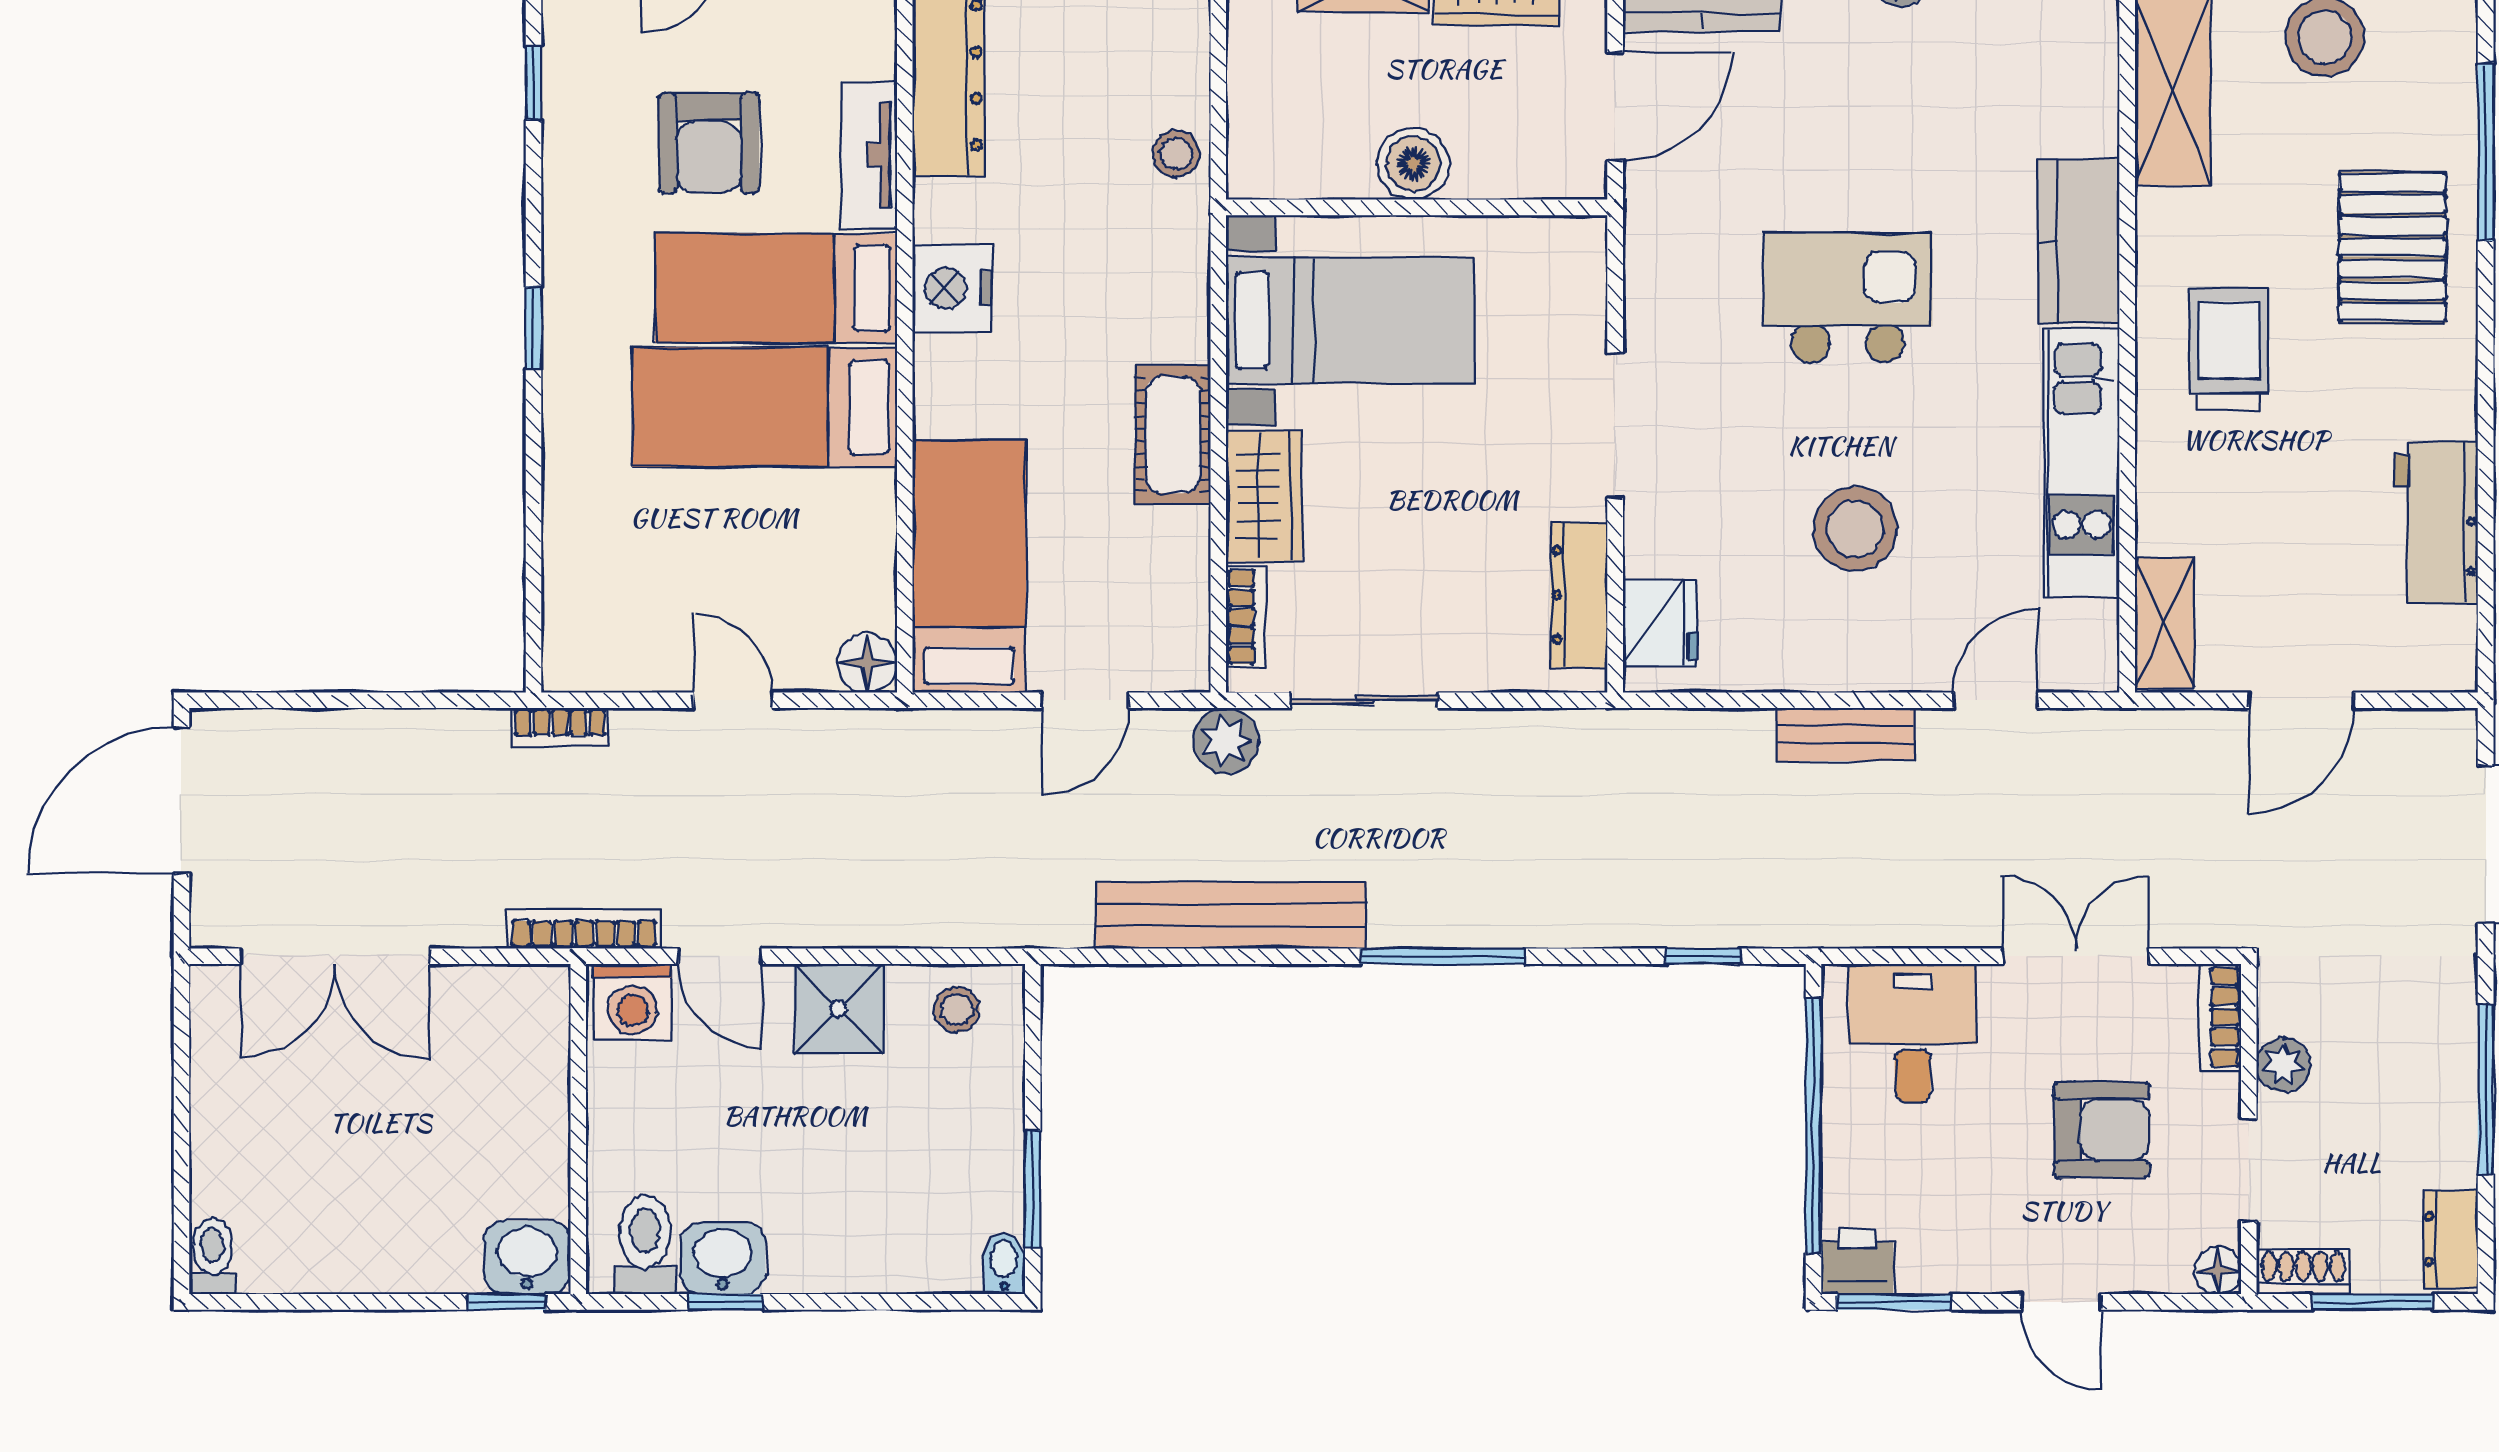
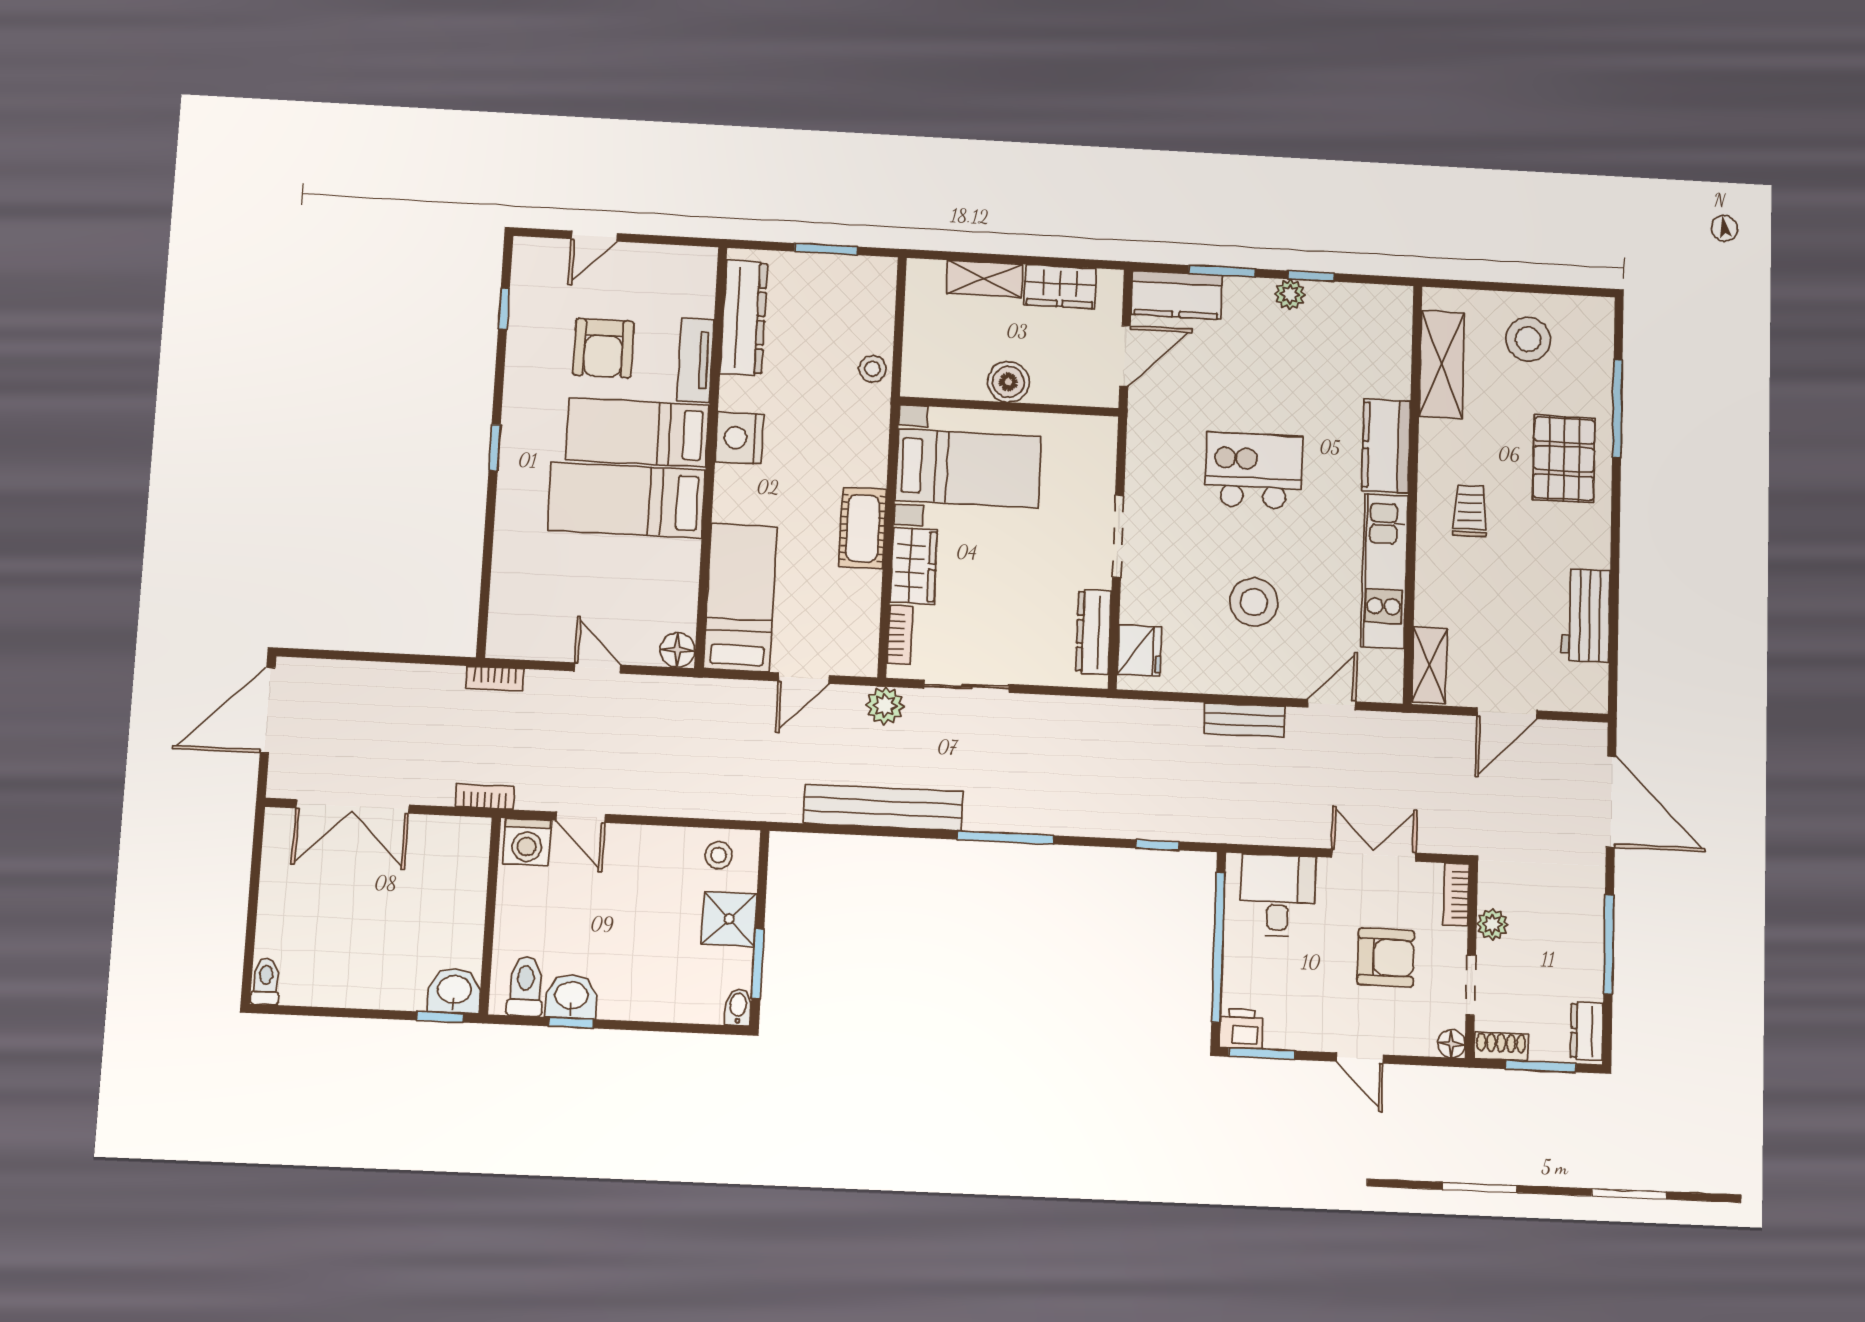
trolley: (2229, 349) -> (1470, 511), width x0.73, depth x0.72
bookcase: (584, 929) -> (485, 797), width x0.64
shower: (839, 1008) -> (729, 919), moved

